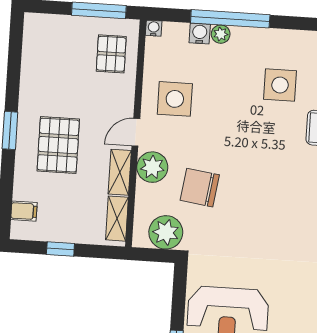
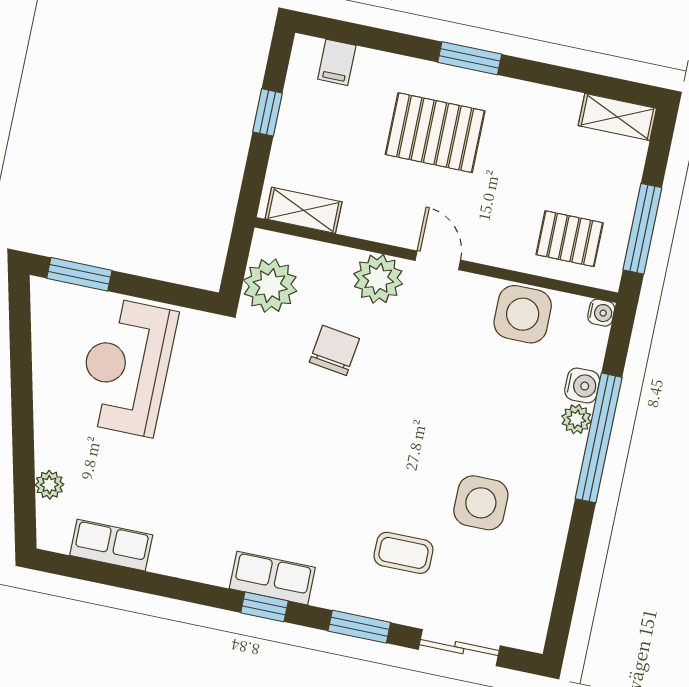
side table: (175, 99) -> (523, 314), moved
shelving: (120, 172) -> (617, 117), moved
chair: (200, 188) -> (334, 350), width x0.73, depth x0.73

